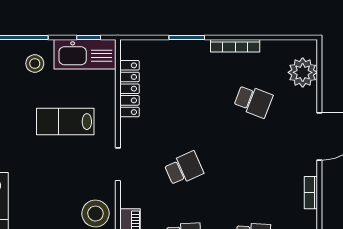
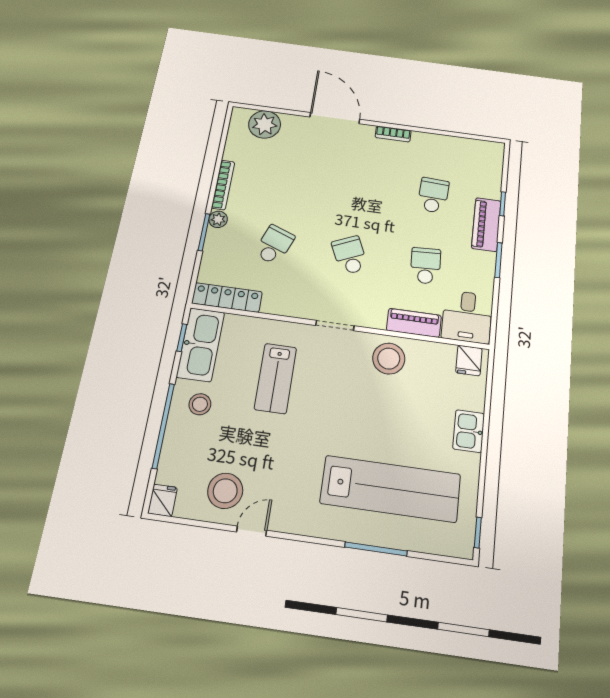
plant: (201, 48) -> (218, 219), added
locker: (129, 89) -> (227, 297), moved
school desk: (253, 101) -> (274, 245), moved

